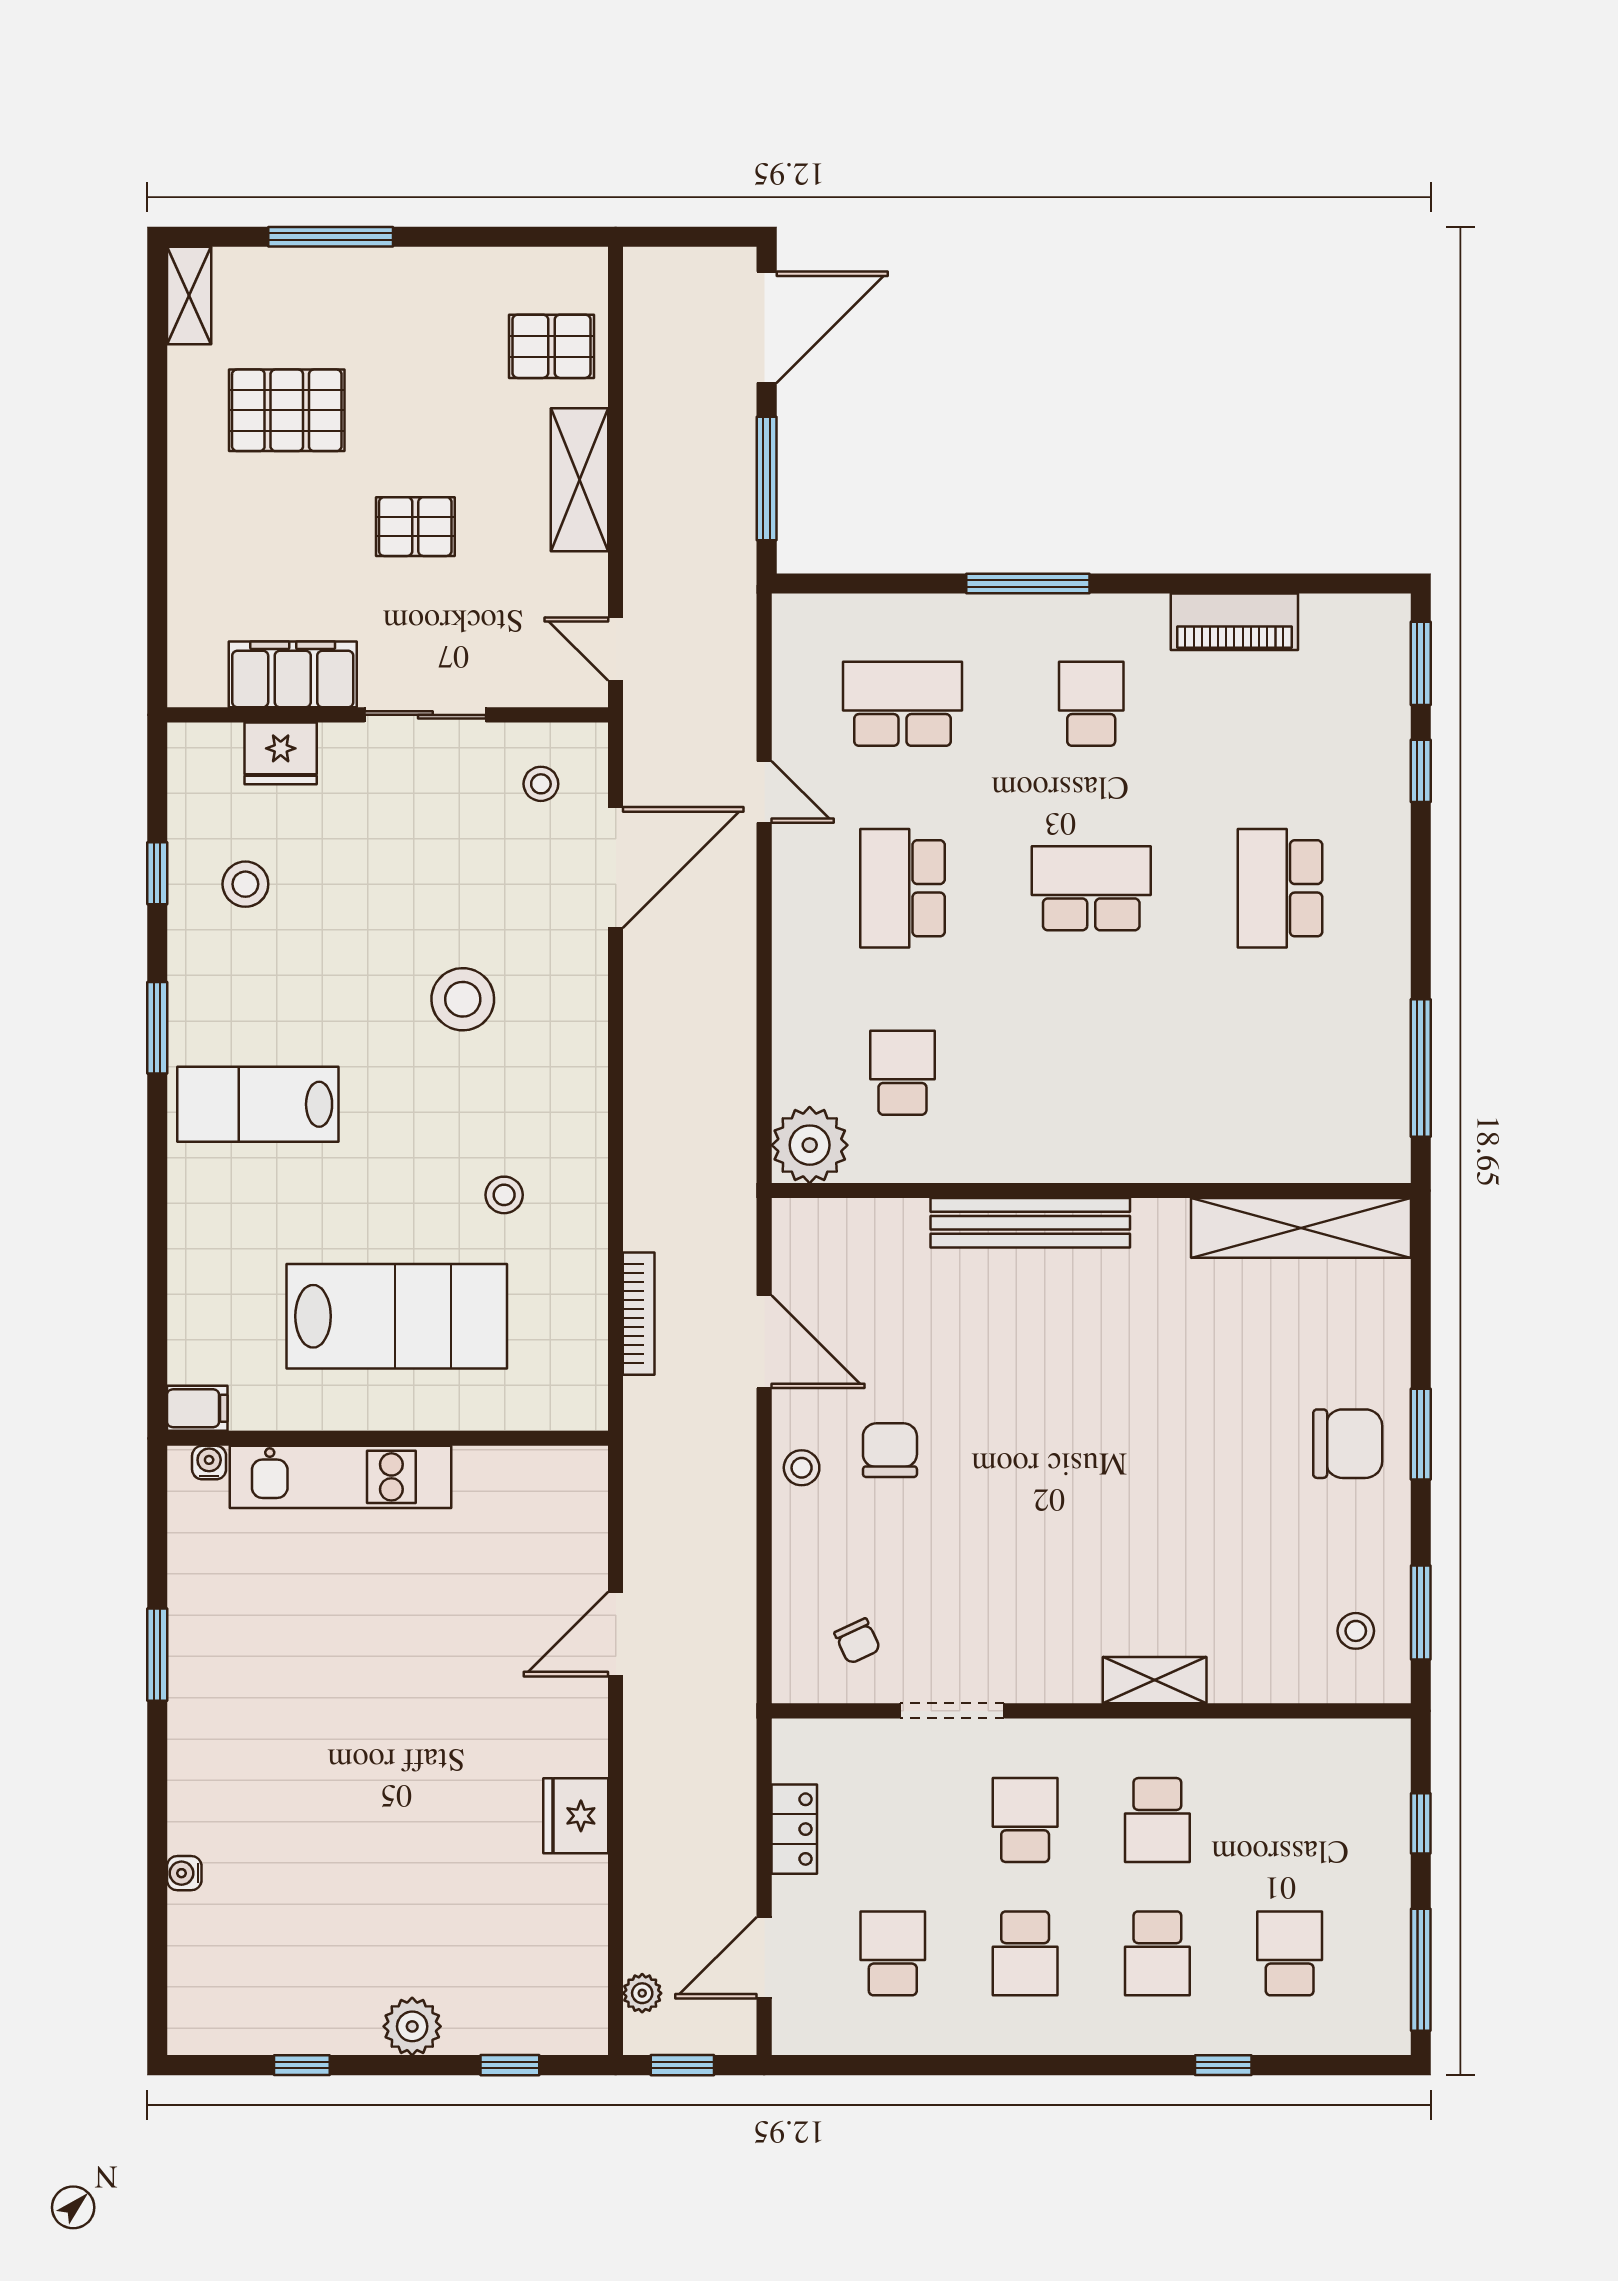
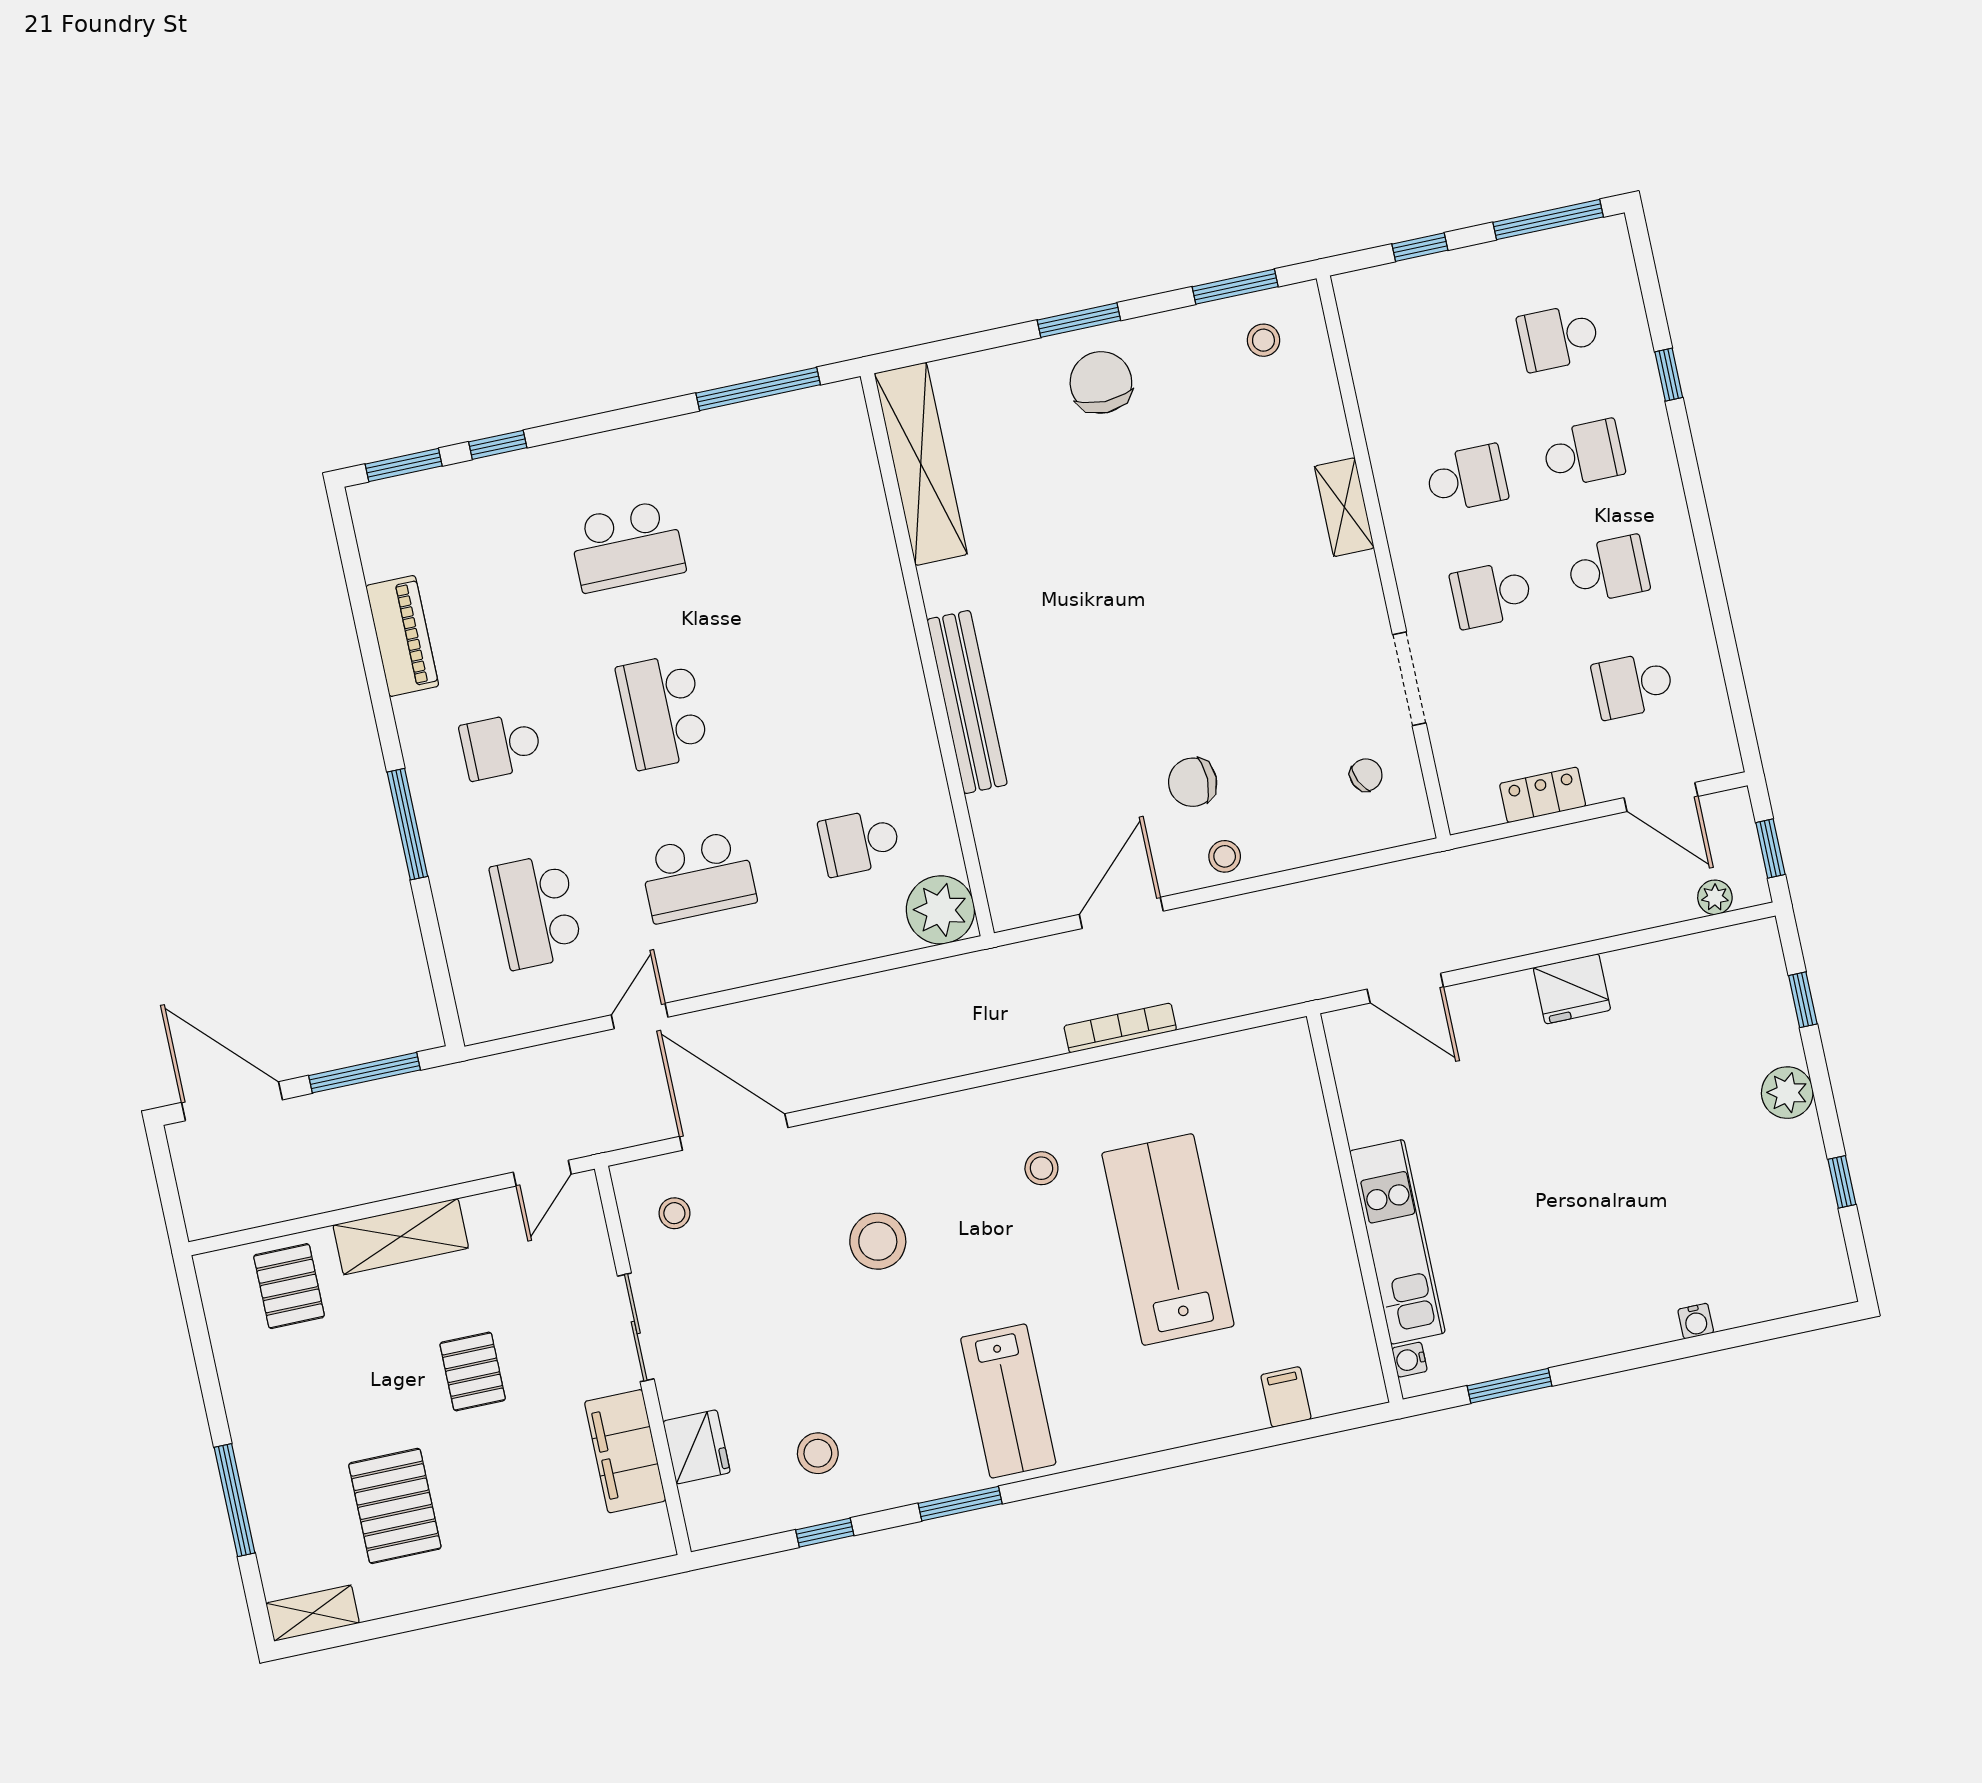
wall: (388, 1438) -> (1355, 1208), moved
water cooler: (209, 1463) -> (1410, 1360), moved
kitchen unit: (340, 1477) -> (1397, 1242), moved

